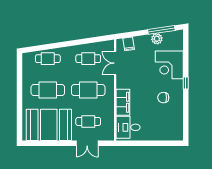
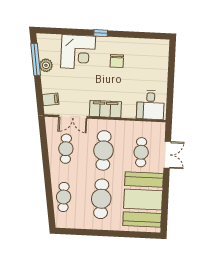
filing cabinet: (123, 102) -> (105, 109), moved

